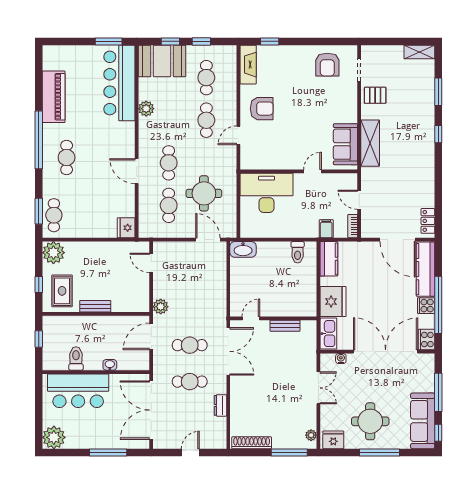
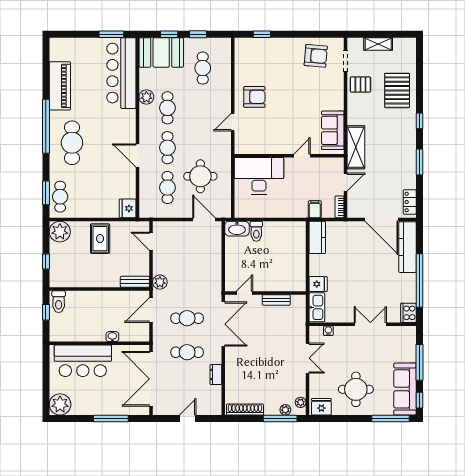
shelving: (419, 52) -> (378, 44), moved
fireplace: (248, 65) -> (242, 56), removed
armchair: (327, 65) -> (316, 56), turned -85
window: (438, 92) -> (419, 162), moved
pallet: (414, 102) -> (397, 90), added
cafe table: (206, 120) -> (167, 108), moved
shelving: (370, 143) -> (356, 147), moved
cafe table: (67, 158) -> (72, 143), width x1.37, depth x1.35
door: (359, 200) -> (346, 182), swing flipped
toilet: (298, 252) -> (256, 231), moved
rug: (62, 291) -> (100, 239), moved
fridge: (333, 302) -> (318, 284), width x0.53, depth x0.75
bench: (95, 306) -> (135, 282), moved
cooker: (426, 306) -> (408, 281), removed
double door: (386, 352) -> (370, 324), width x0.54
toilet: (76, 359) -> (59, 302), moved, turned 180
plant: (295, 443) -> (285, 410), added
window: (379, 453) -> (391, 419), moved

